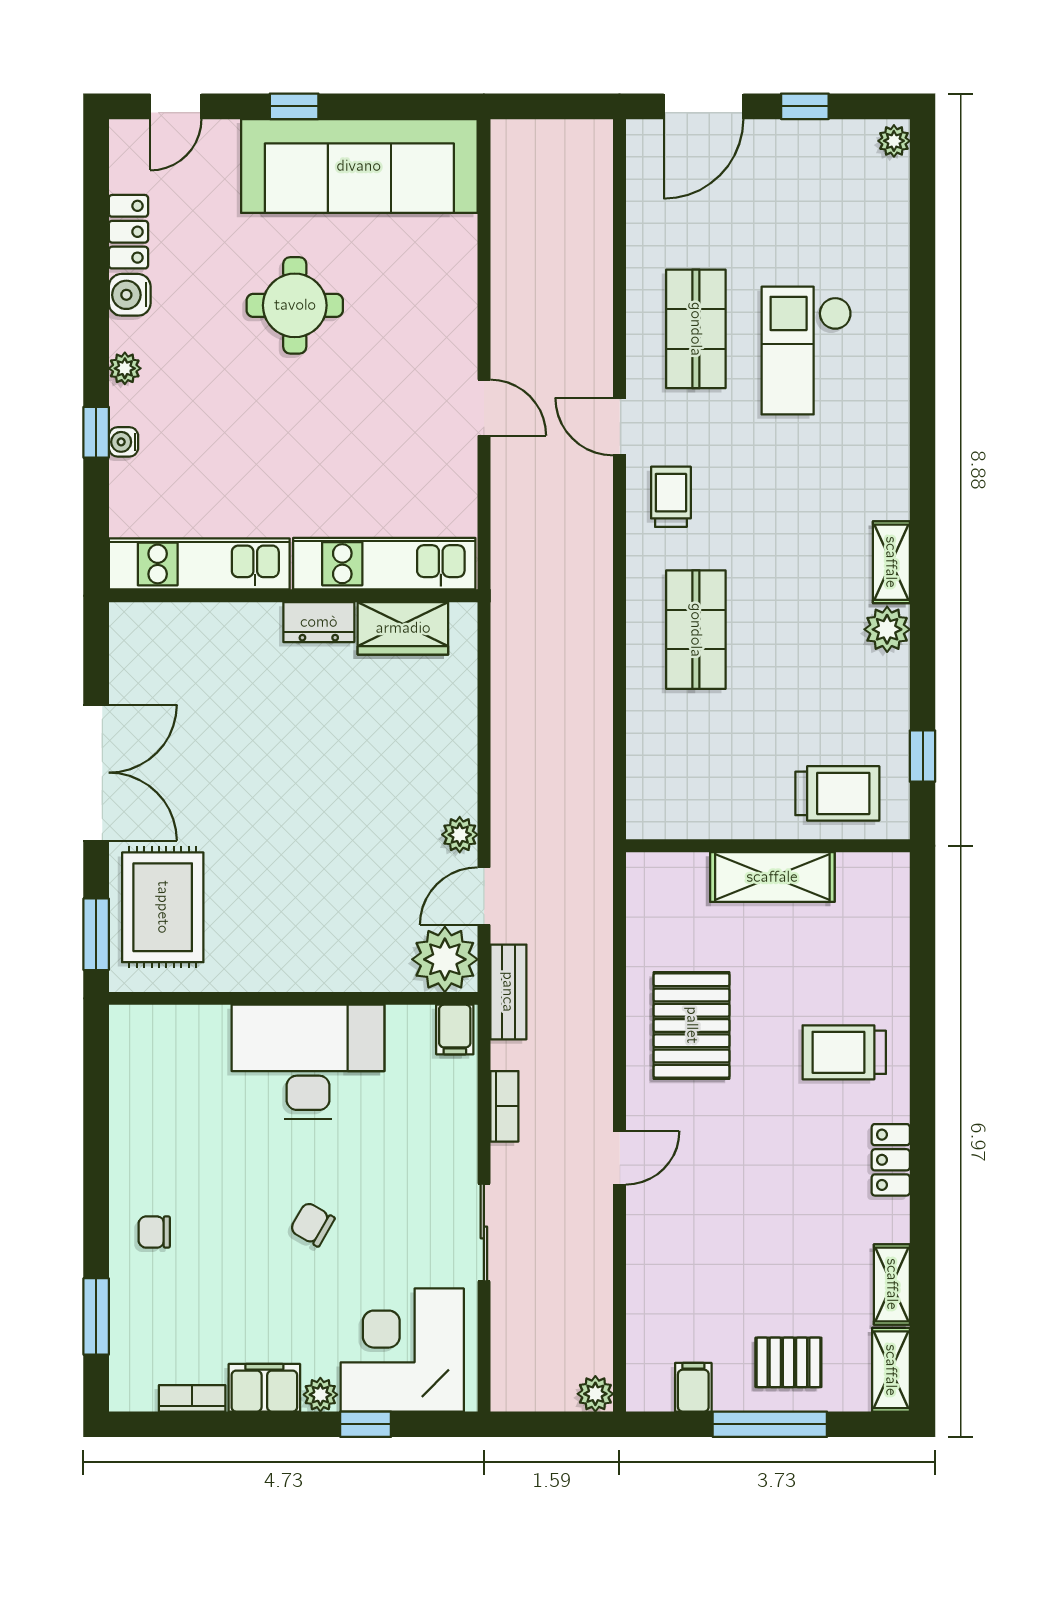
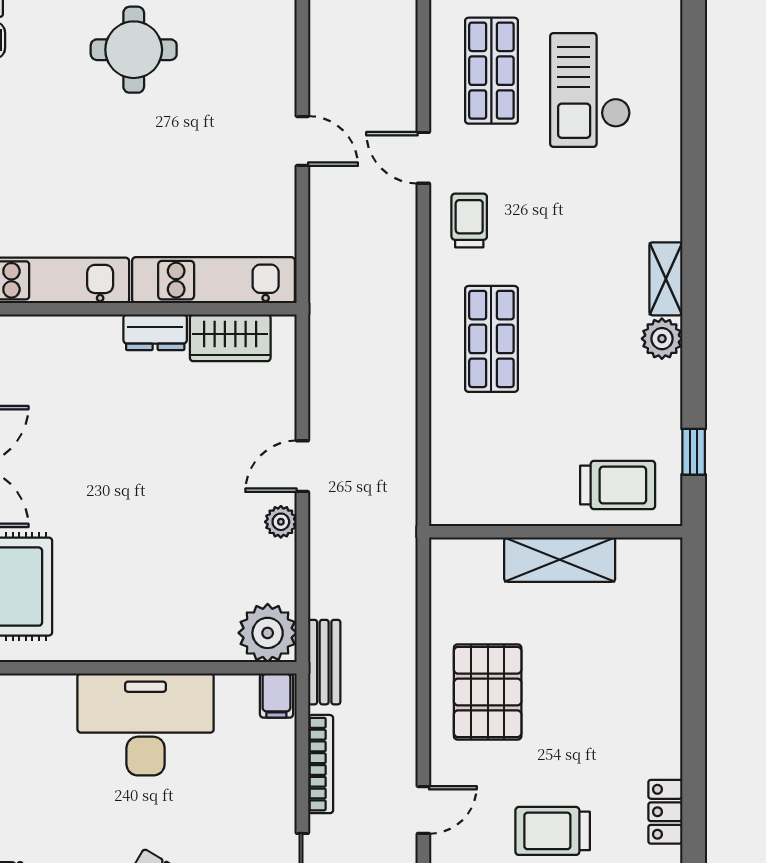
door: (484, 896) -> (302, 466), moved
trolley: (844, 1052) -> (553, 831), moved
bookcase: (504, 1106) -> (321, 764), width x1.56

